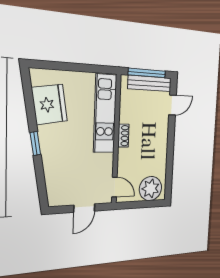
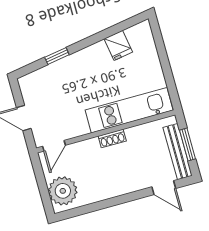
window: (147, 73) -> (187, 144), width x0.69
fridge: (50, 104) -> (118, 45), width x0.53, depth x0.75
window: (35, 143) -> (57, 56), moved

